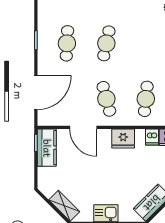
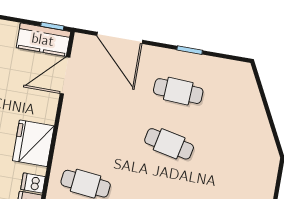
cafe table: (106, 99) -> (95, 131), removed
door: (83, 127) -> (65, 75), moved
fridge: (123, 139) -> (33, 143), width x1.36, depth x1.34

